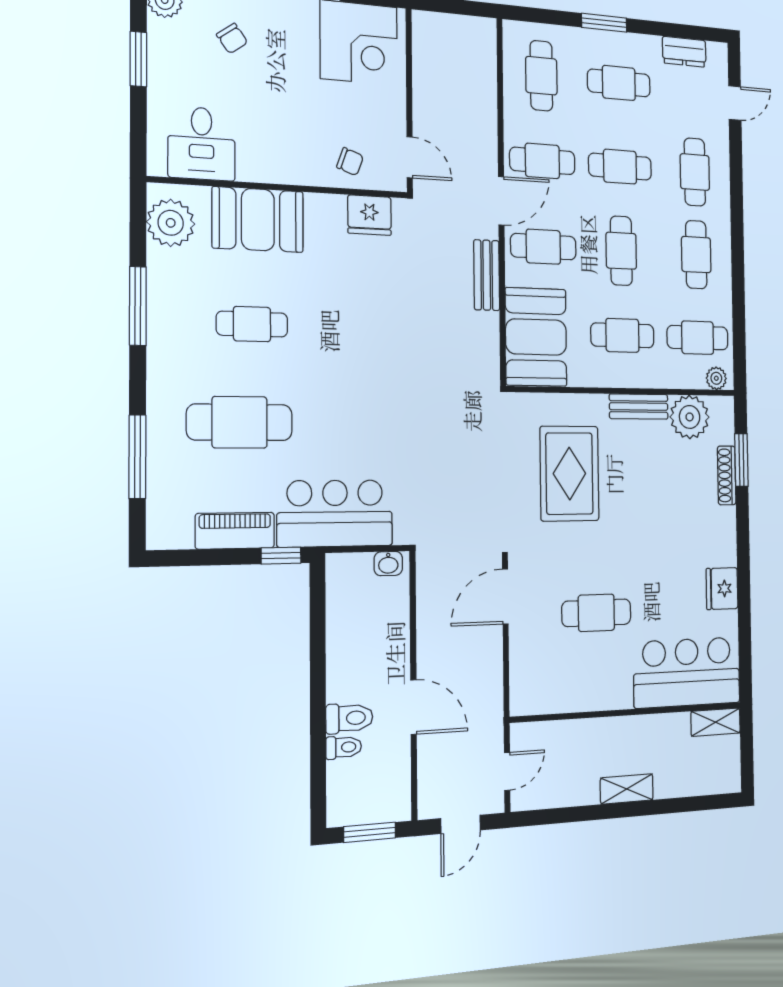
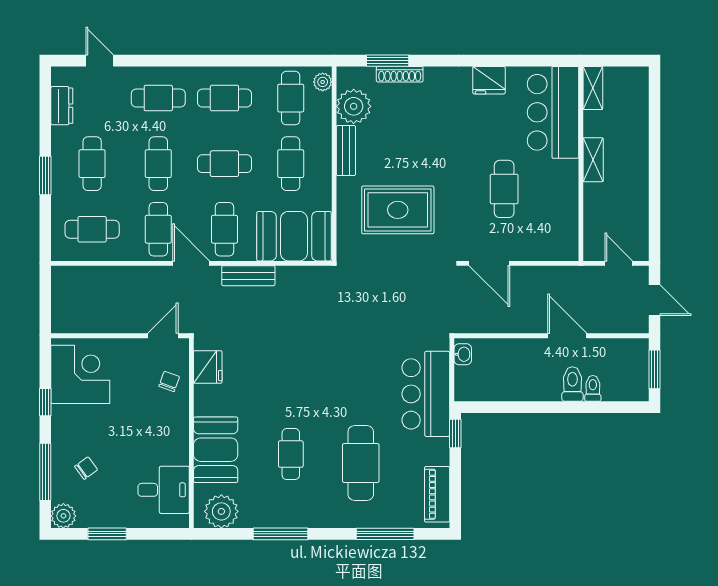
piano: (235, 531) -> (437, 494), moved
door: (414, 707) -> (567, 336), hinge flipped
shelving: (627, 789) -> (593, 160), moved

